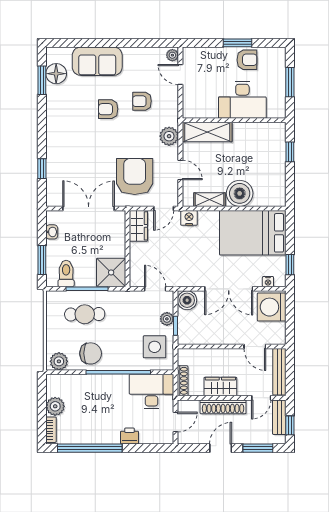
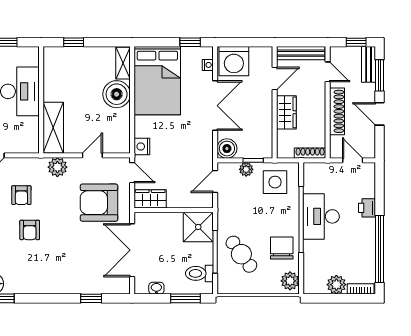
shelving: (210, 200) -> (123, 63), moved
cafe table: (85, 314) -> (241, 254), turned -35
wardrobe: (220, 386) -> (286, 112), moved, turned 180
desk: (152, 392) -> (321, 216), moved
bench: (279, 417) -> (369, 64), moved, turned 90

